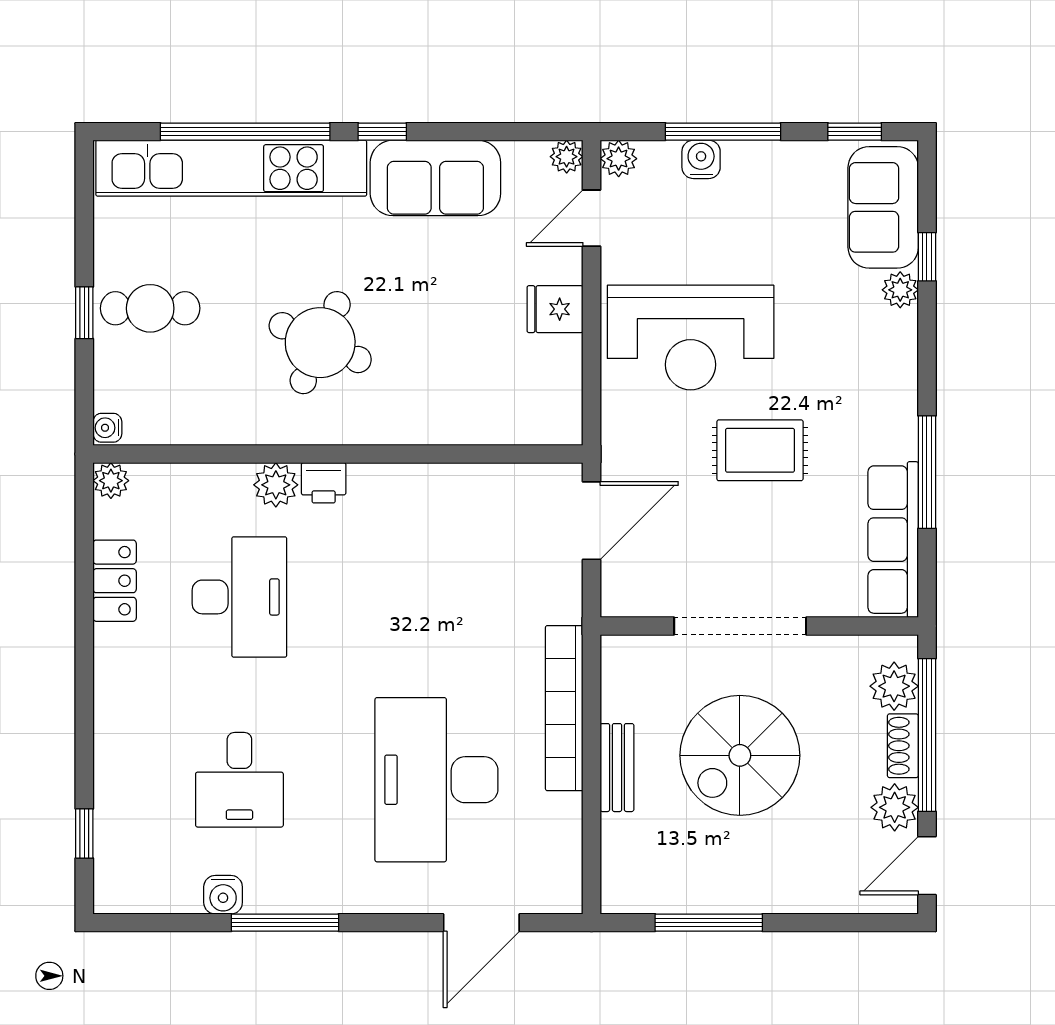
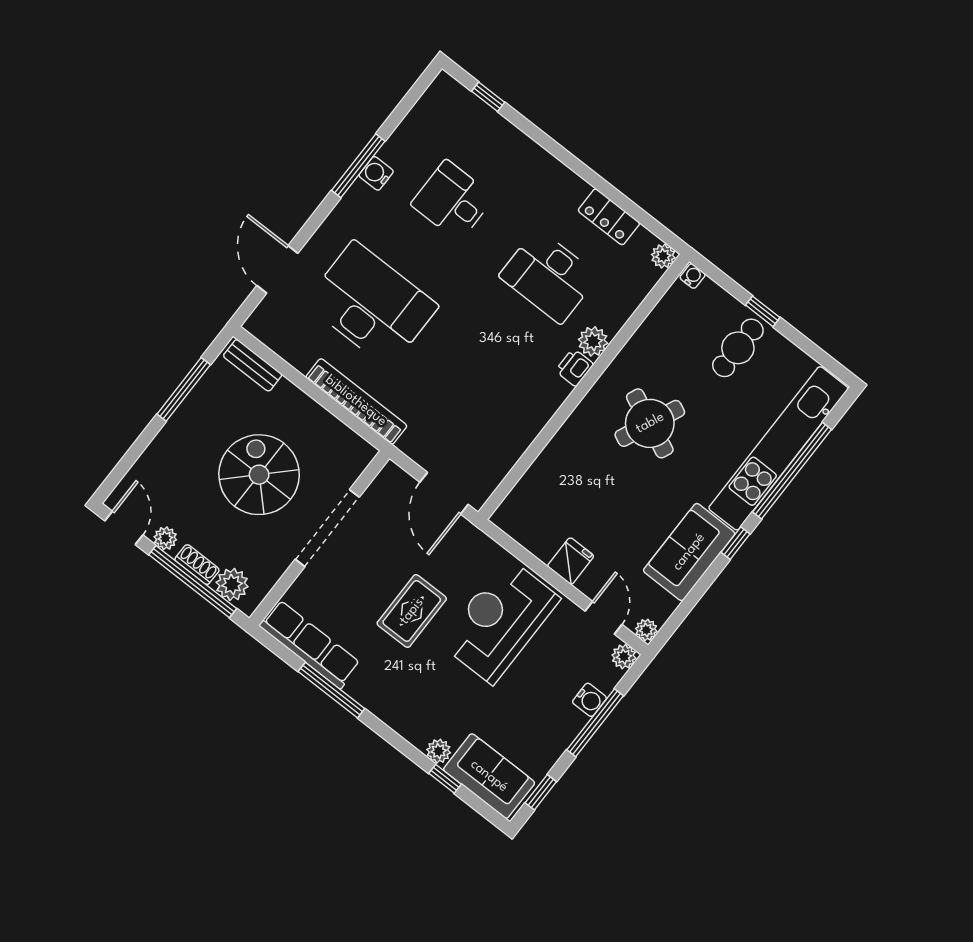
bench: (617, 768) -> (253, 365), moved
plant: (895, 807) -> (165, 538), width x0.73, depth x0.73
water cooler: (223, 895) -> (376, 173), moved

